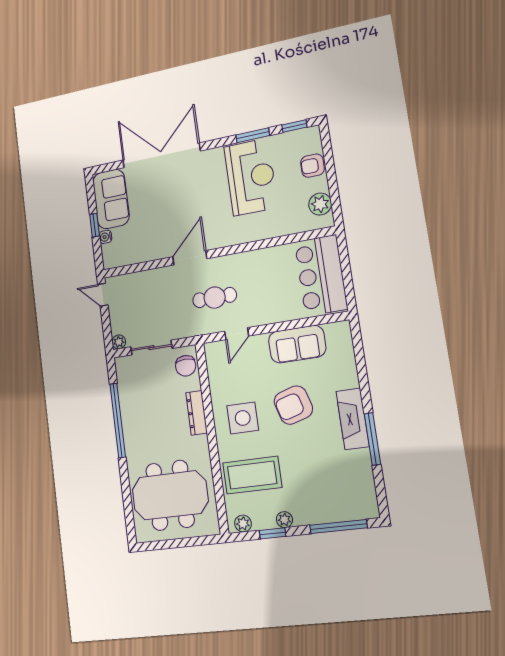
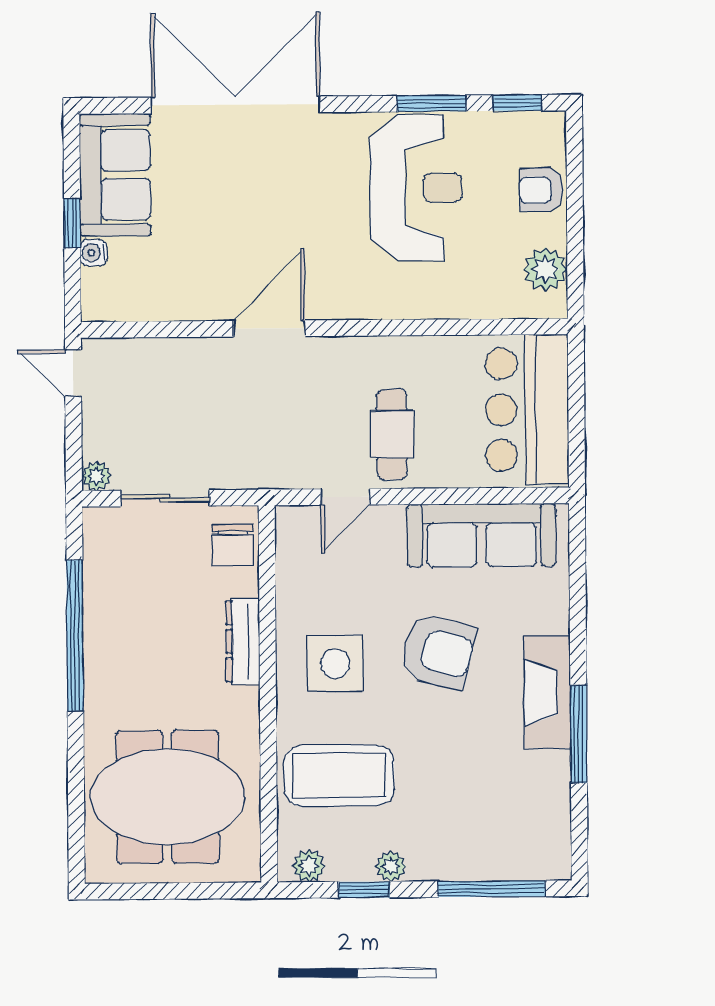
cafe table: (215, 298) -> (392, 434), moved, turned 90
sofa: (297, 344) -> (482, 535), width x1.36
armchair: (293, 405) -> (438, 652), turned -149

